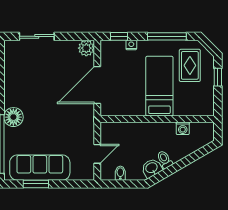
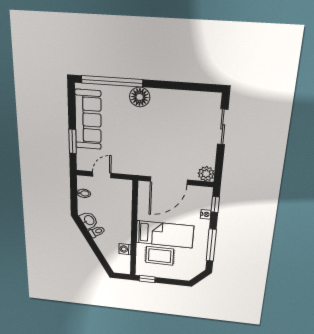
rug: (190, 65) -> (160, 256), moved
window: (218, 77) -> (147, 279), moved
door: (97, 85) -> (169, 181), swing flipped
door: (97, 154) -> (102, 175), swing flipped
window: (36, 184) -> (72, 141), moved

